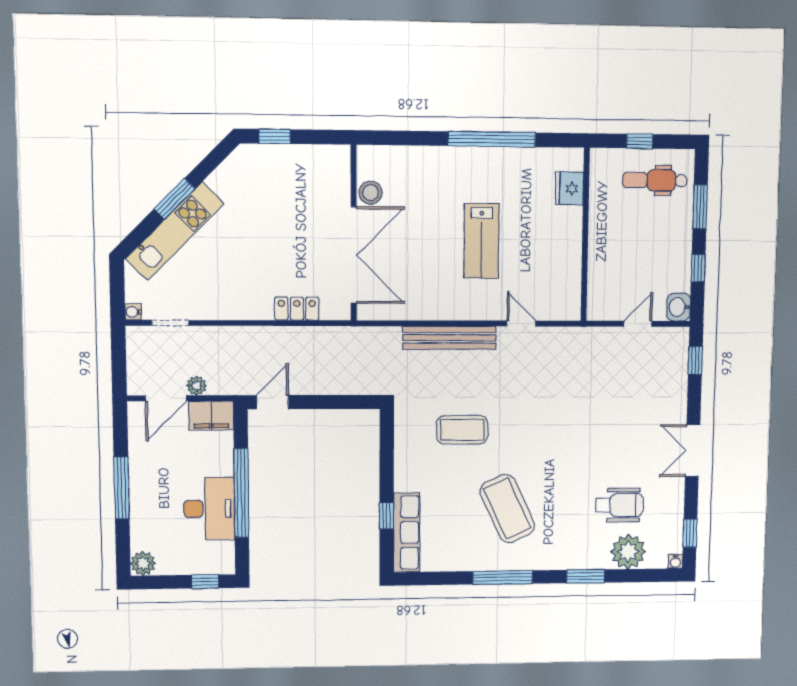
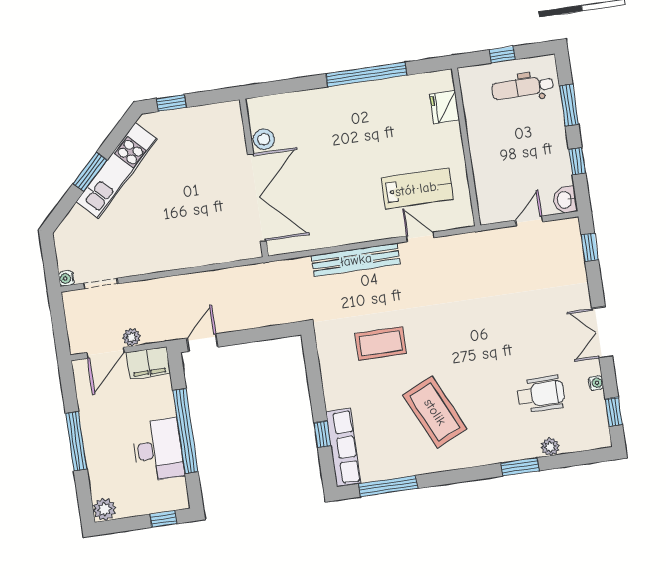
kitchen unit: (175, 231) -> (117, 170), moved
lab bench: (482, 241) -> (417, 189), moved, turned -90
locker: (297, 309) -> (212, 254), removed
plant: (628, 552) -> (550, 447), width x0.53, depth x0.53
water cooler: (675, 561) -> (596, 383), moved, turned -90
window: (503, 577) -> (388, 486), moved

